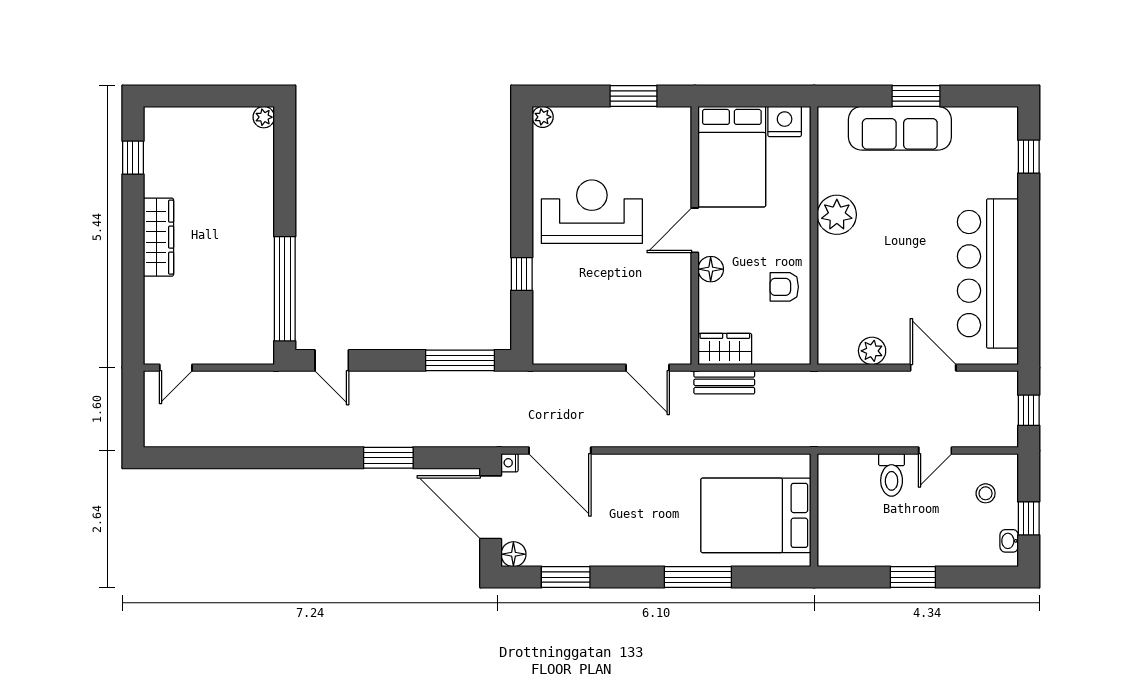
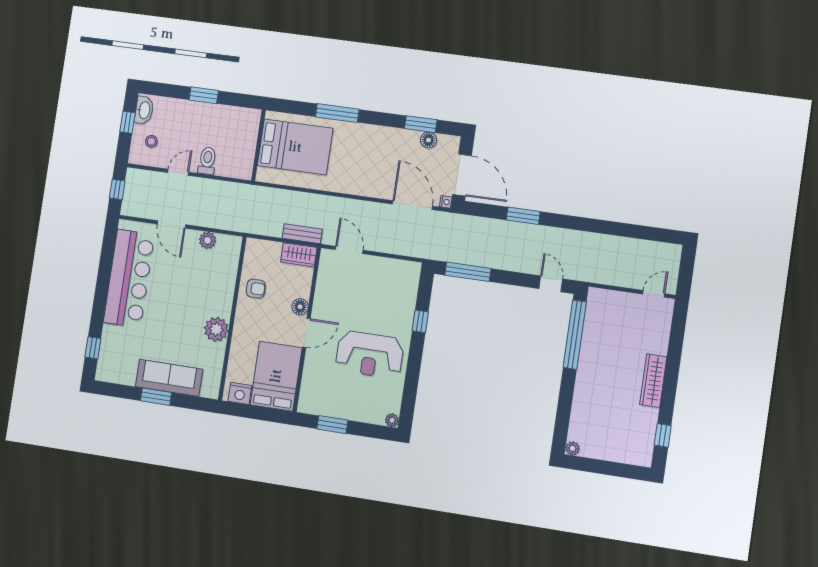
washbasin: (1009, 541) -> (144, 110), width x1.91, depth x1.45
floor lamp: (513, 554) -> (429, 140), moved

